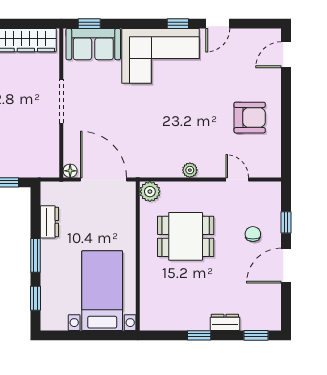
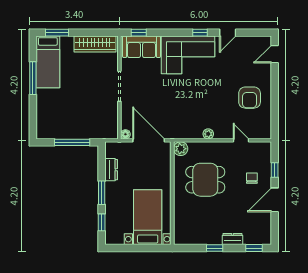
armchair: (250, 118) -> (250, 98), turned 90

